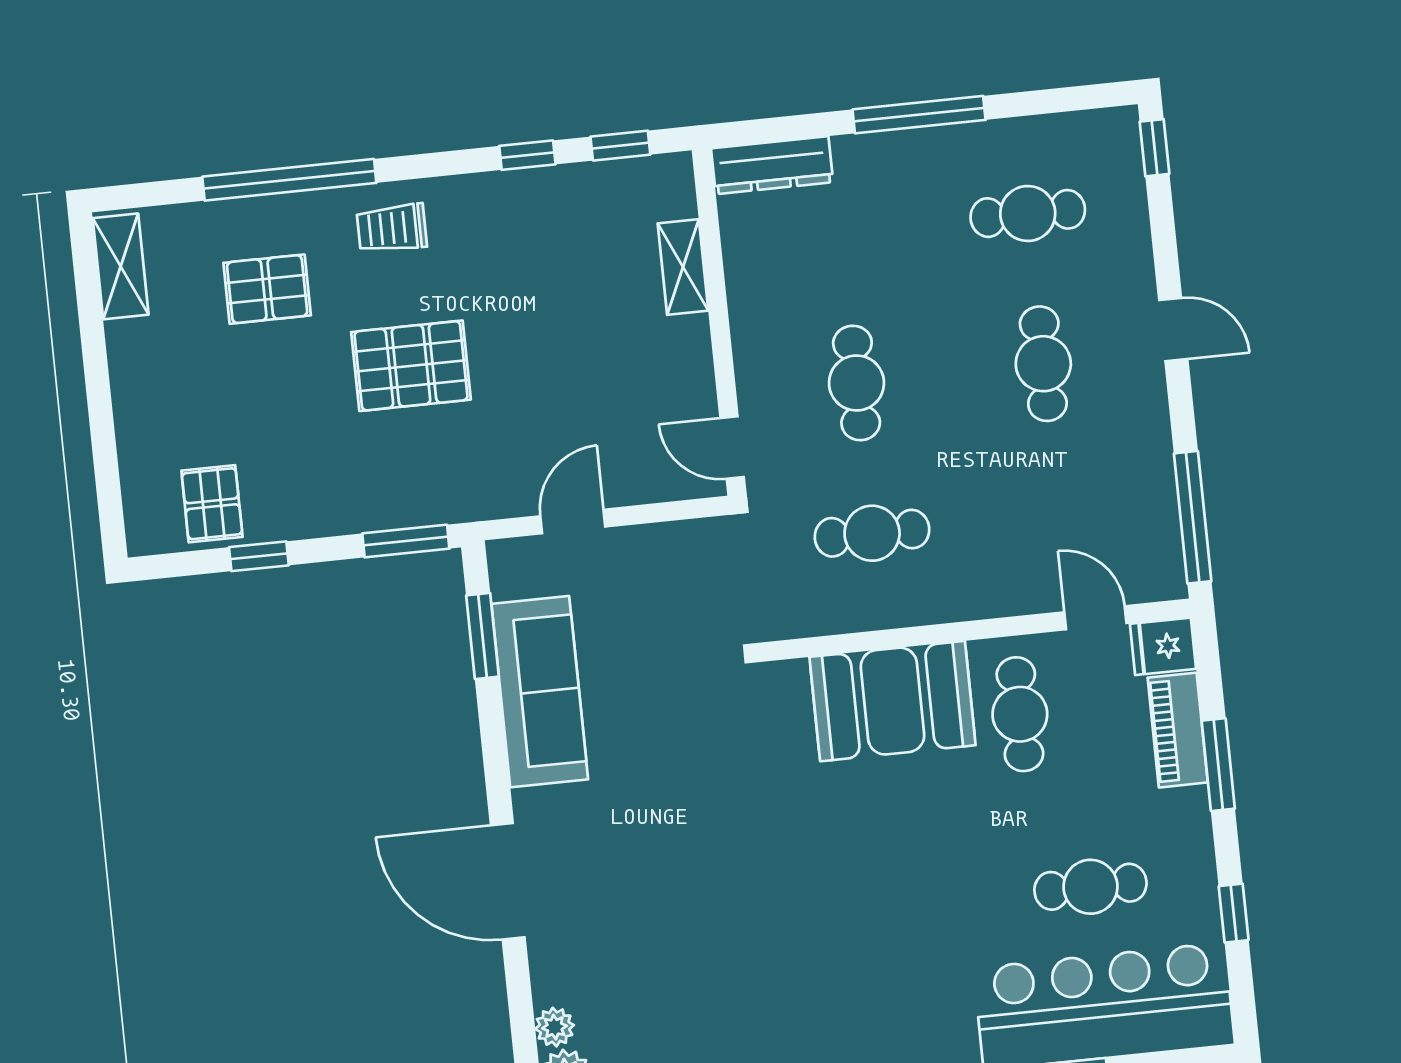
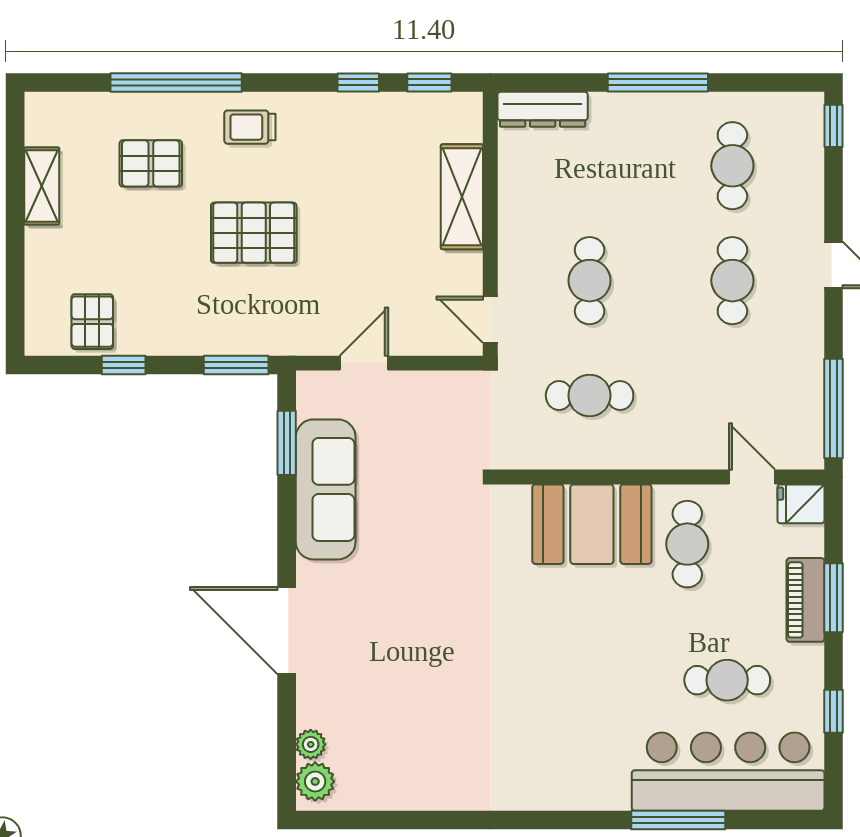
cafe table: (1028, 213) -> (732, 166), turned 90
shelving: (121, 266) -> (42, 186), moved
shelving: (683, 267) -> (462, 197), width x1.50, depth x1.33
piano: (1178, 730) -> (805, 600), moved

